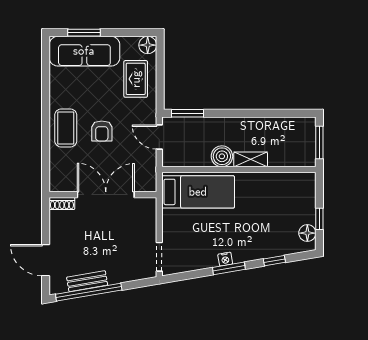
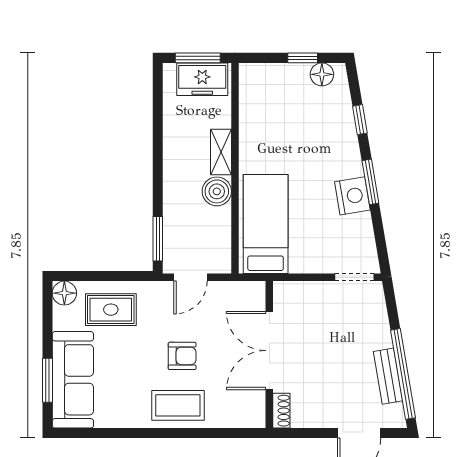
freezer: (304, 146) -> (202, 79), added
nightstand: (225, 259) -> (352, 196), width x1.89, depth x1.79

